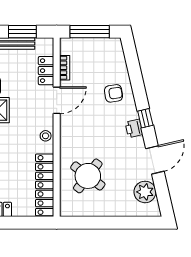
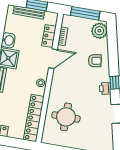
round table: (88, 176) -> (66, 117), turned -37
plant: (145, 192) -> (99, 31), moved

